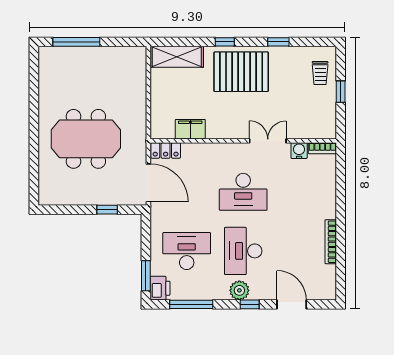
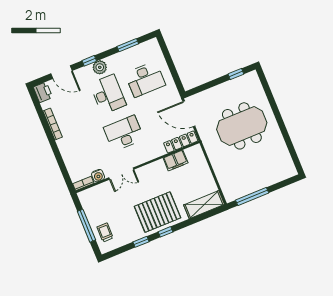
window: (76, 42) -> (252, 196), moved
window: (225, 42) -> (166, 232), moved
window: (341, 92) -> (86, 226), width x2.17
locker: (166, 150) -> (181, 142), width x1.53
window: (107, 210) -> (236, 74), moved
window: (146, 276) -> (165, 52), removed
printer: (160, 288) -> (43, 92), moved, turned 180
window: (191, 304) -> (128, 45), width x0.69

